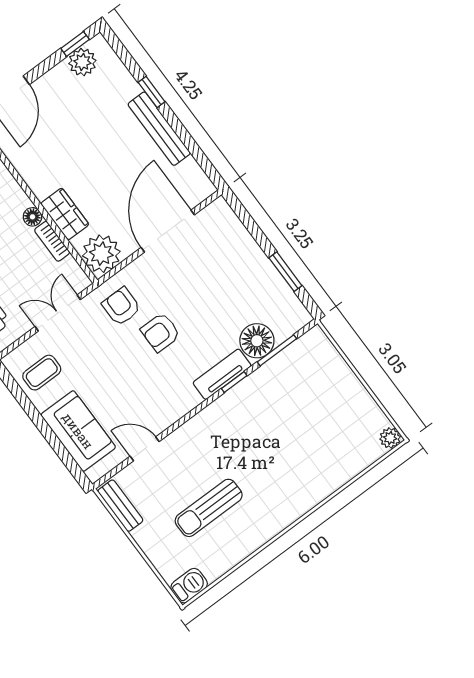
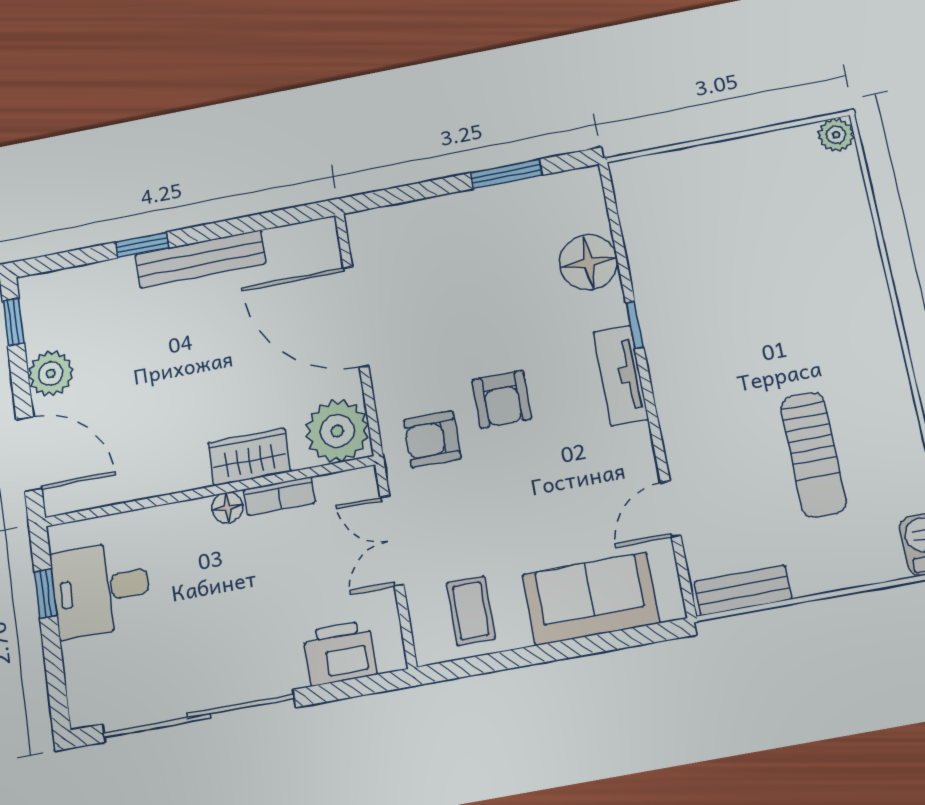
plant: (82, 62) -> (51, 374), moved
window: (277, 350) -> (618, 240), removed
tv unit: (222, 374) -> (621, 376), moved

